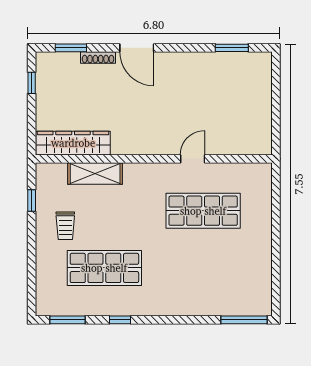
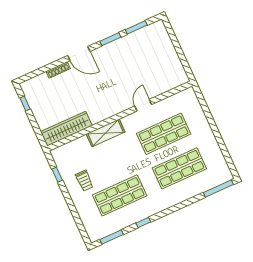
window: (71, 48) -> (110, 39), moved
shelving: (95, 173) -> (106, 133), moved
shop shelf: (203, 268) -> (179, 168), added

